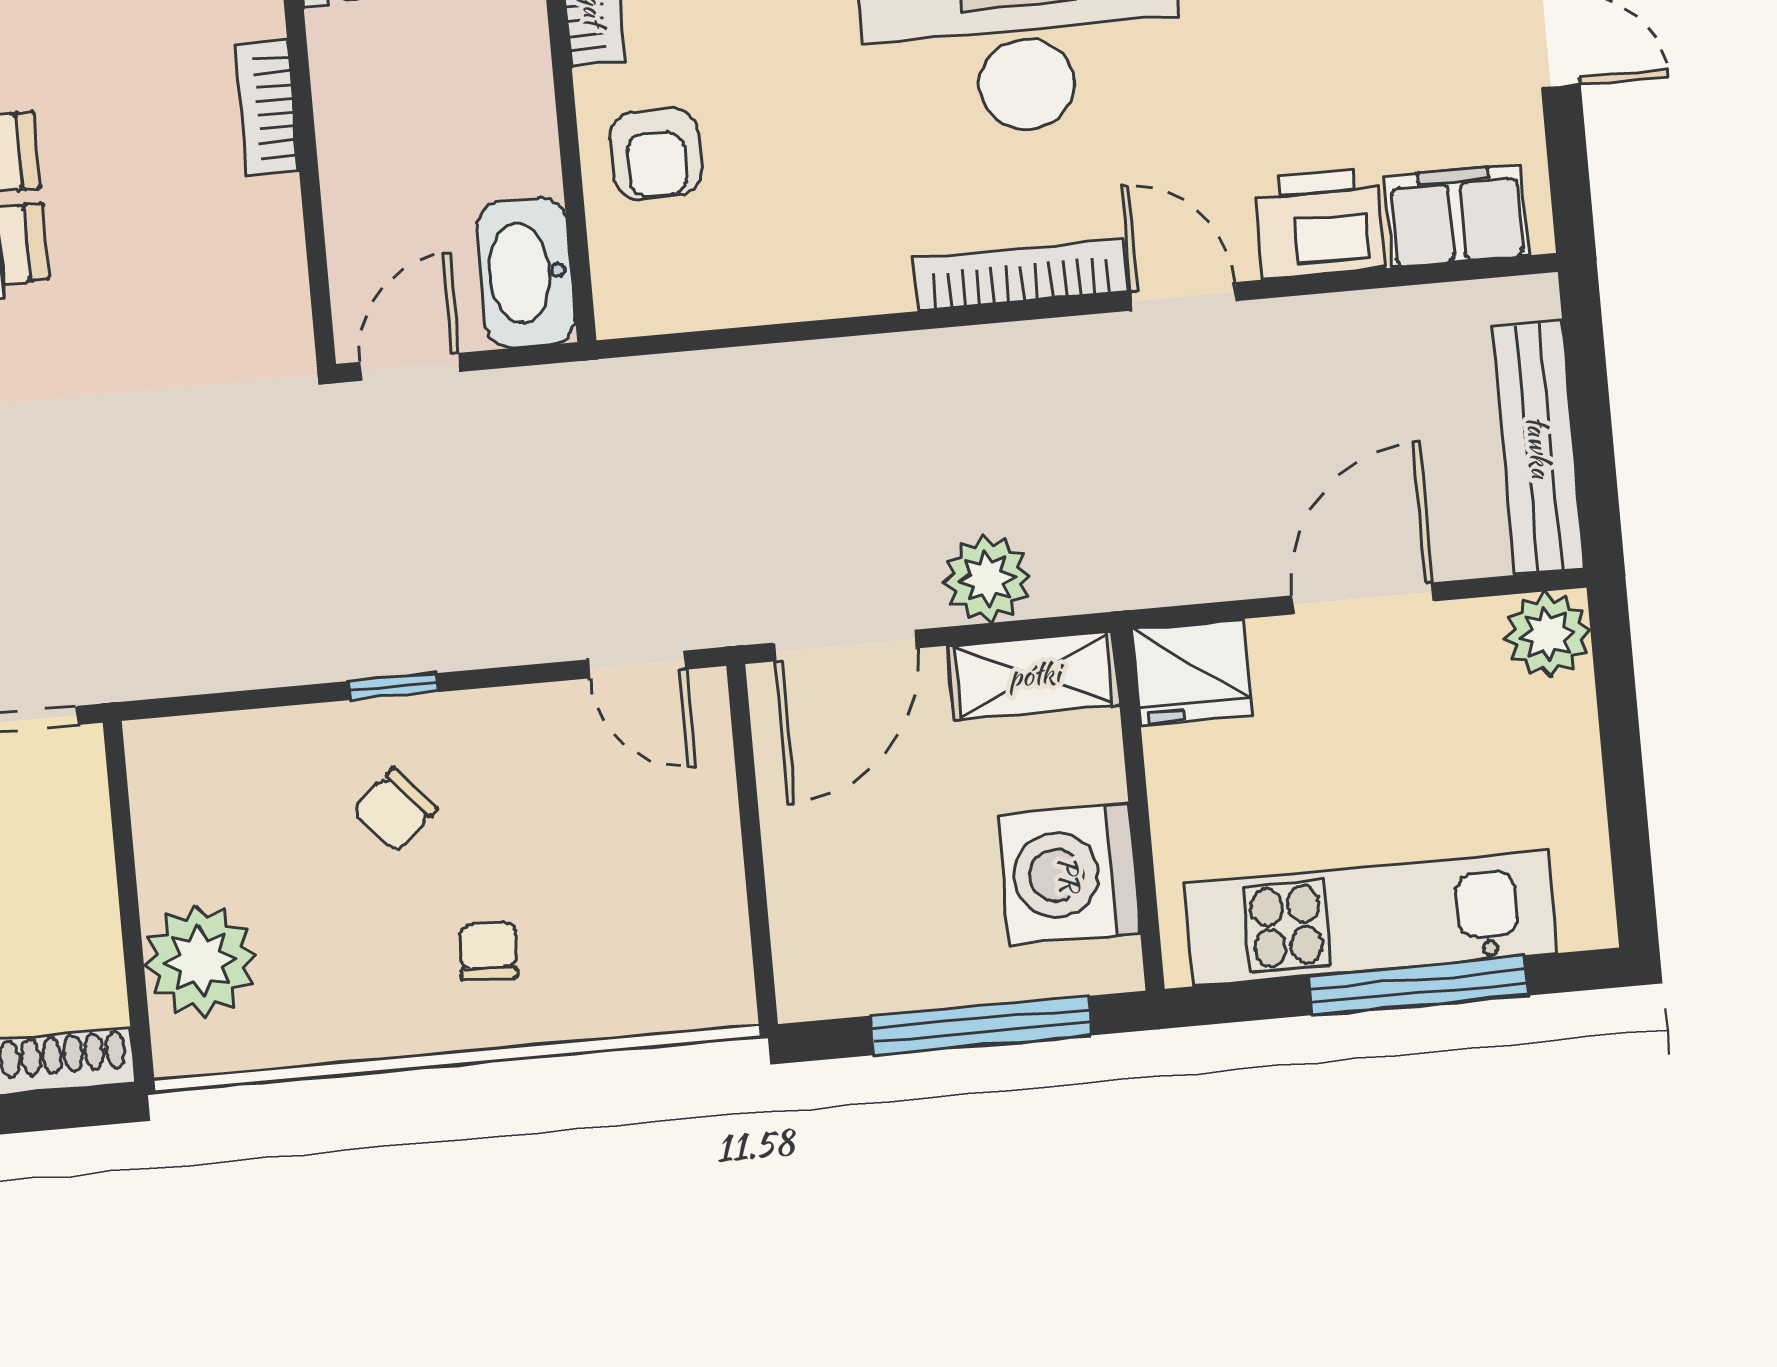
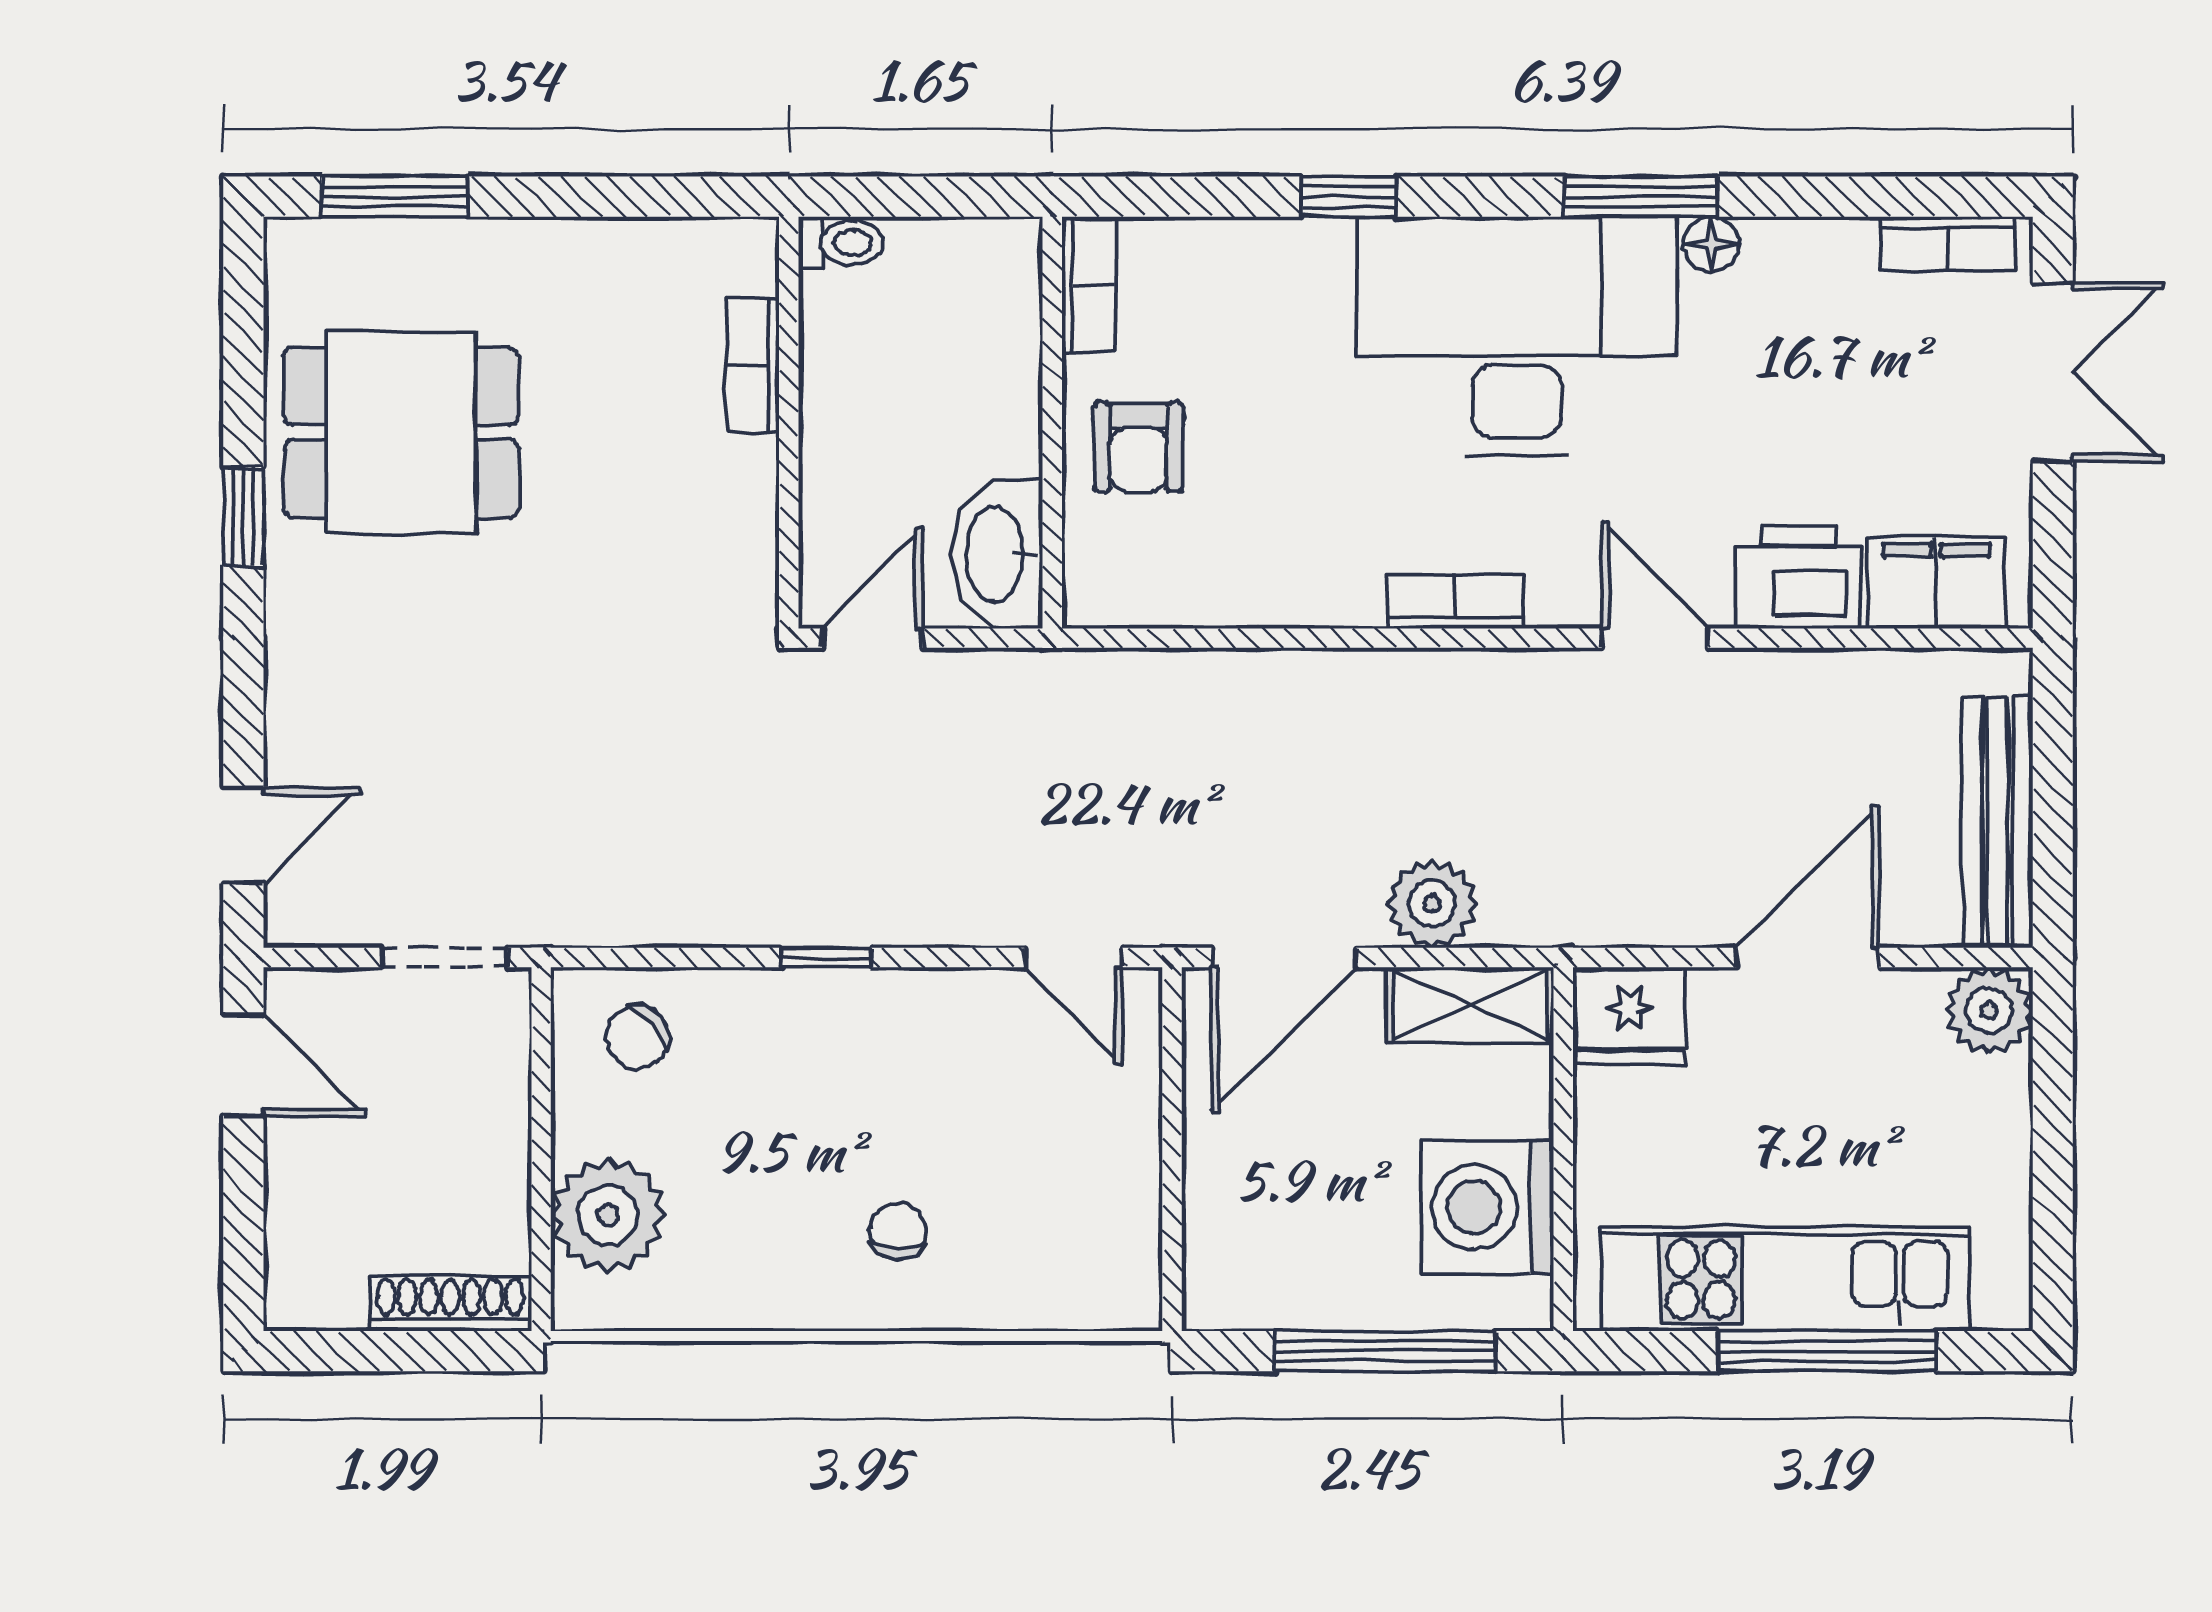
bookcase: (1021, 275) -> (1456, 601), width x0.64
chair: (395, 810) -> (637, 1037), moved

